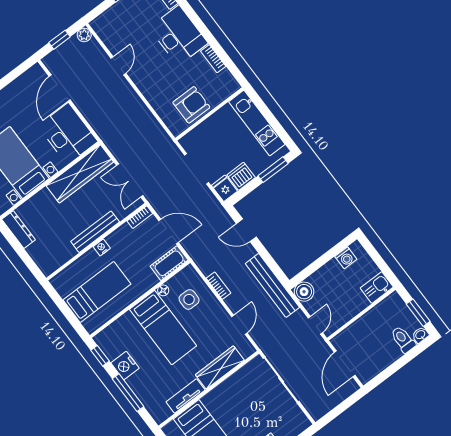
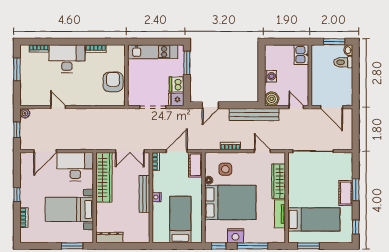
door: (60, 88) -> (45, 151), hinge flipped
washing machine: (346, 258) -> (270, 76), moved
bed: (163, 328) -> (230, 202), width x1.50

